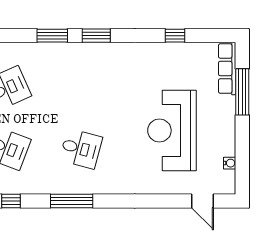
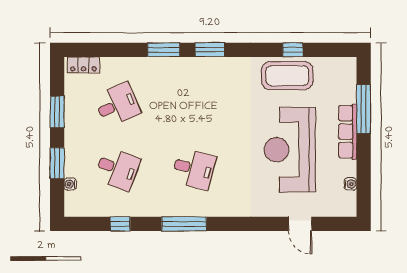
coffee table: (170, 60) -> (287, 76), added
row of seats: (227, 68) -> (348, 132), moved
door: (203, 201) -> (300, 224), moved

